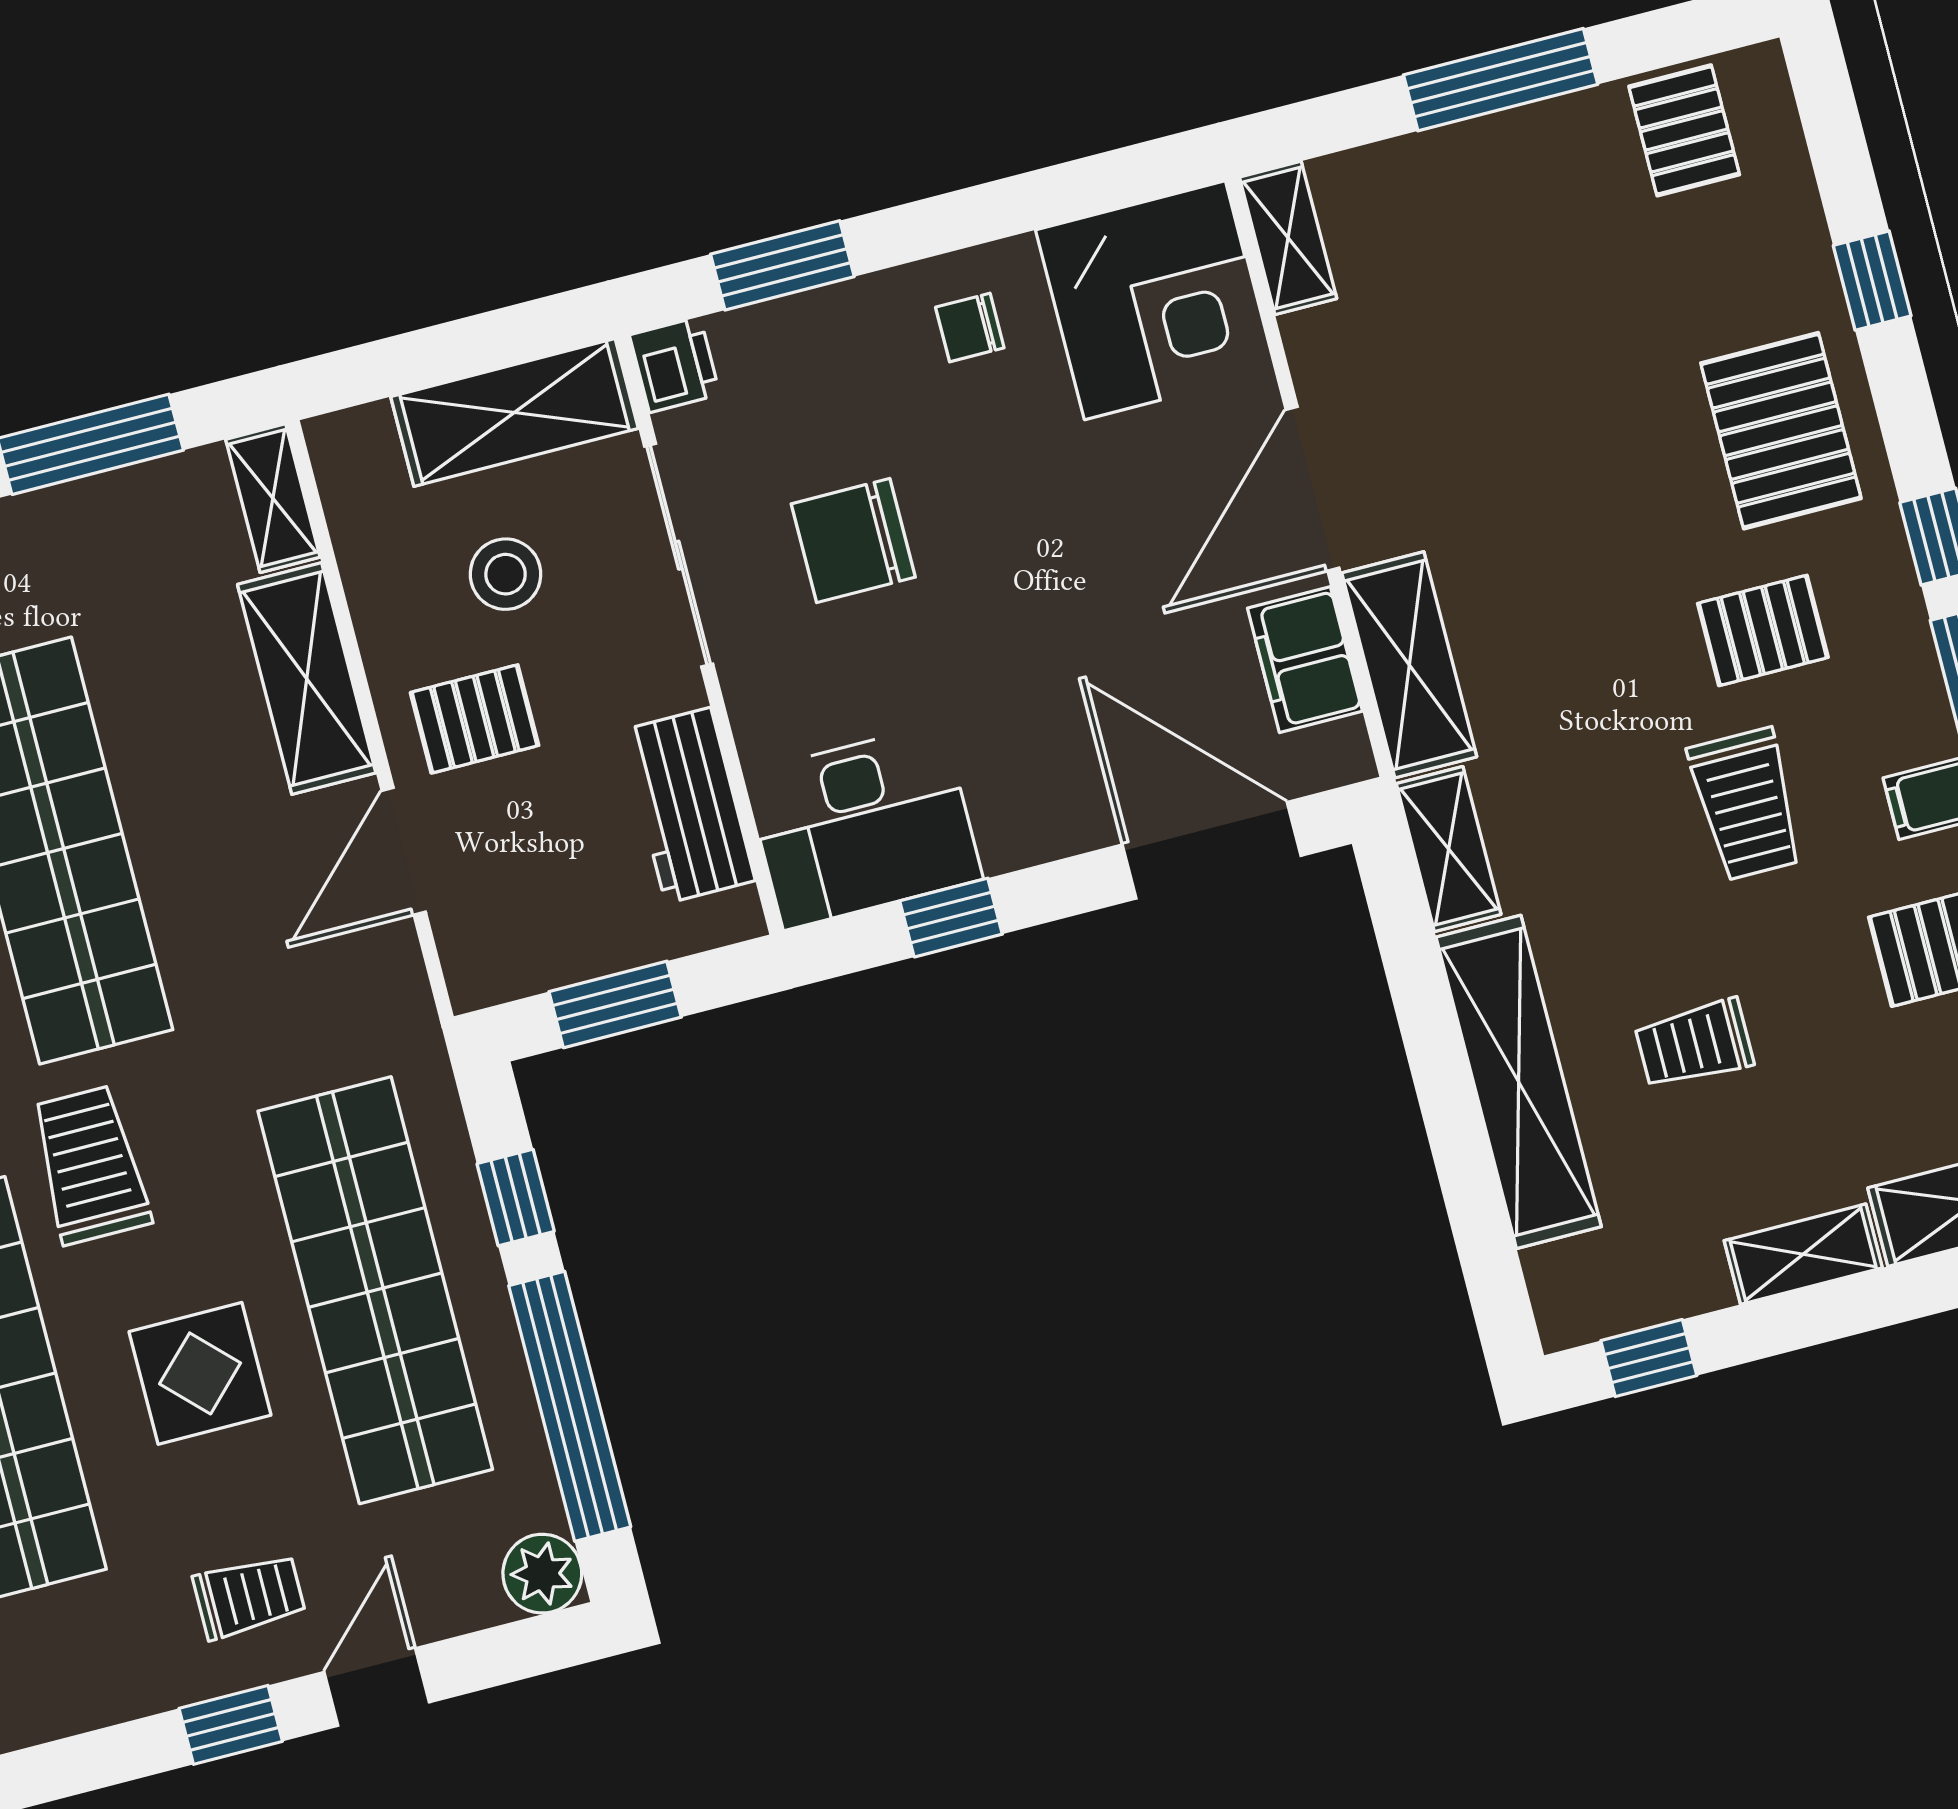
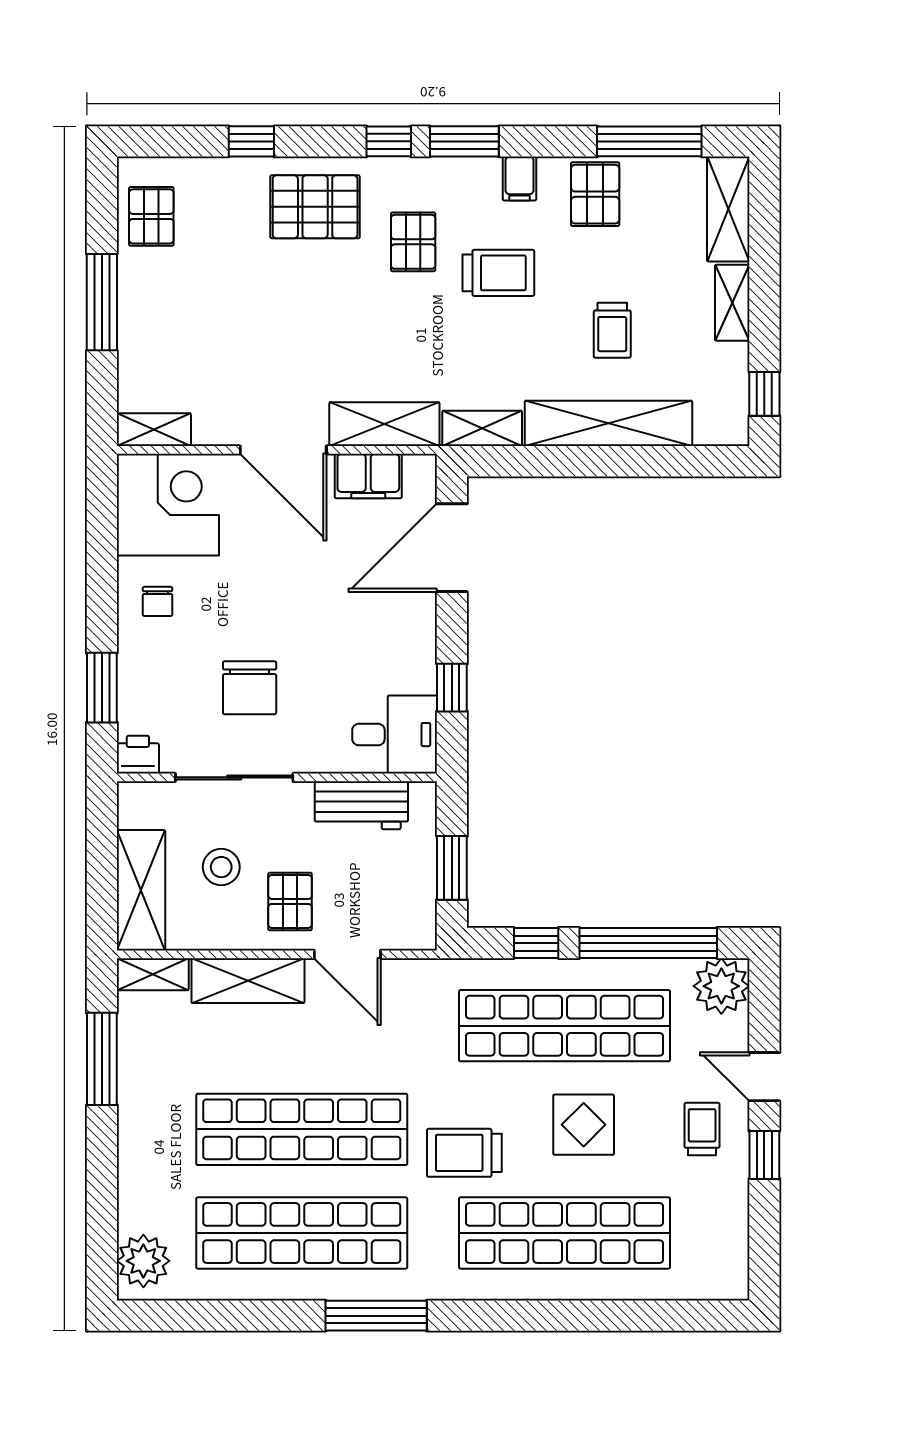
pallet: (1684, 130) -> (151, 216), turned 90
shelving: (514, 412) -> (141, 890), moved
desk: (863, 826) -> (395, 735), width x0.73
plant: (542, 1574) -> (721, 986), width x1.36, depth x1.36

